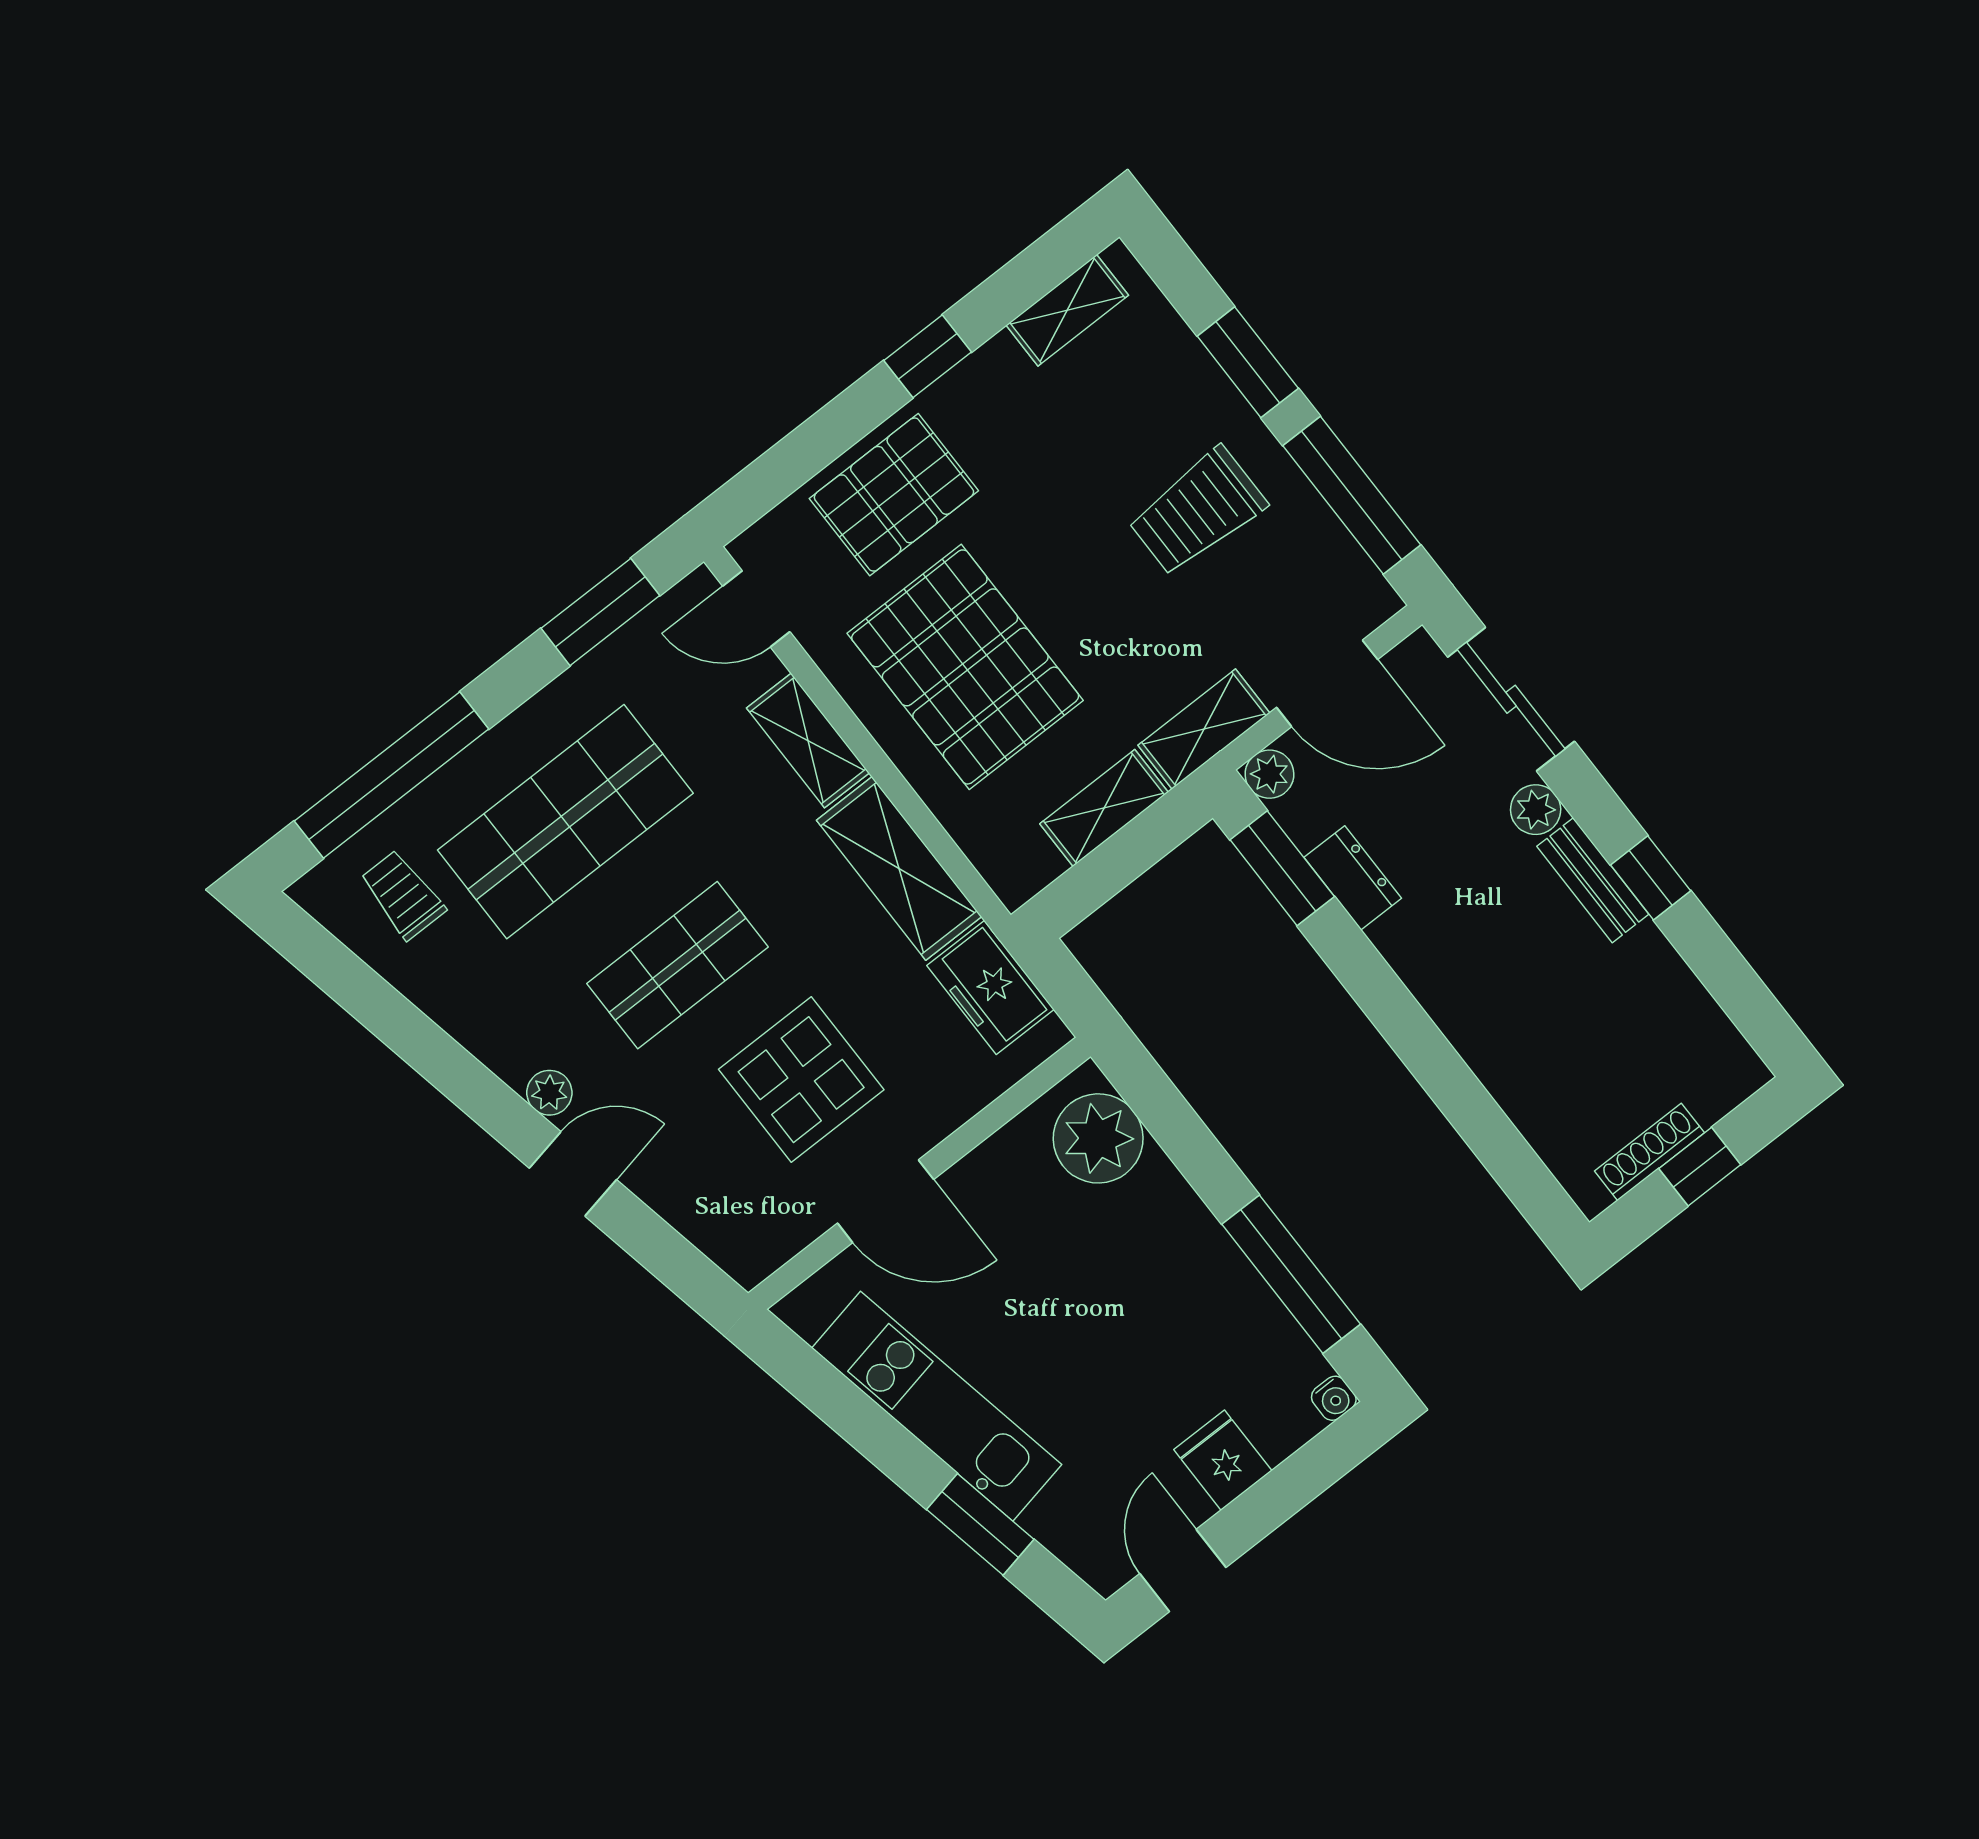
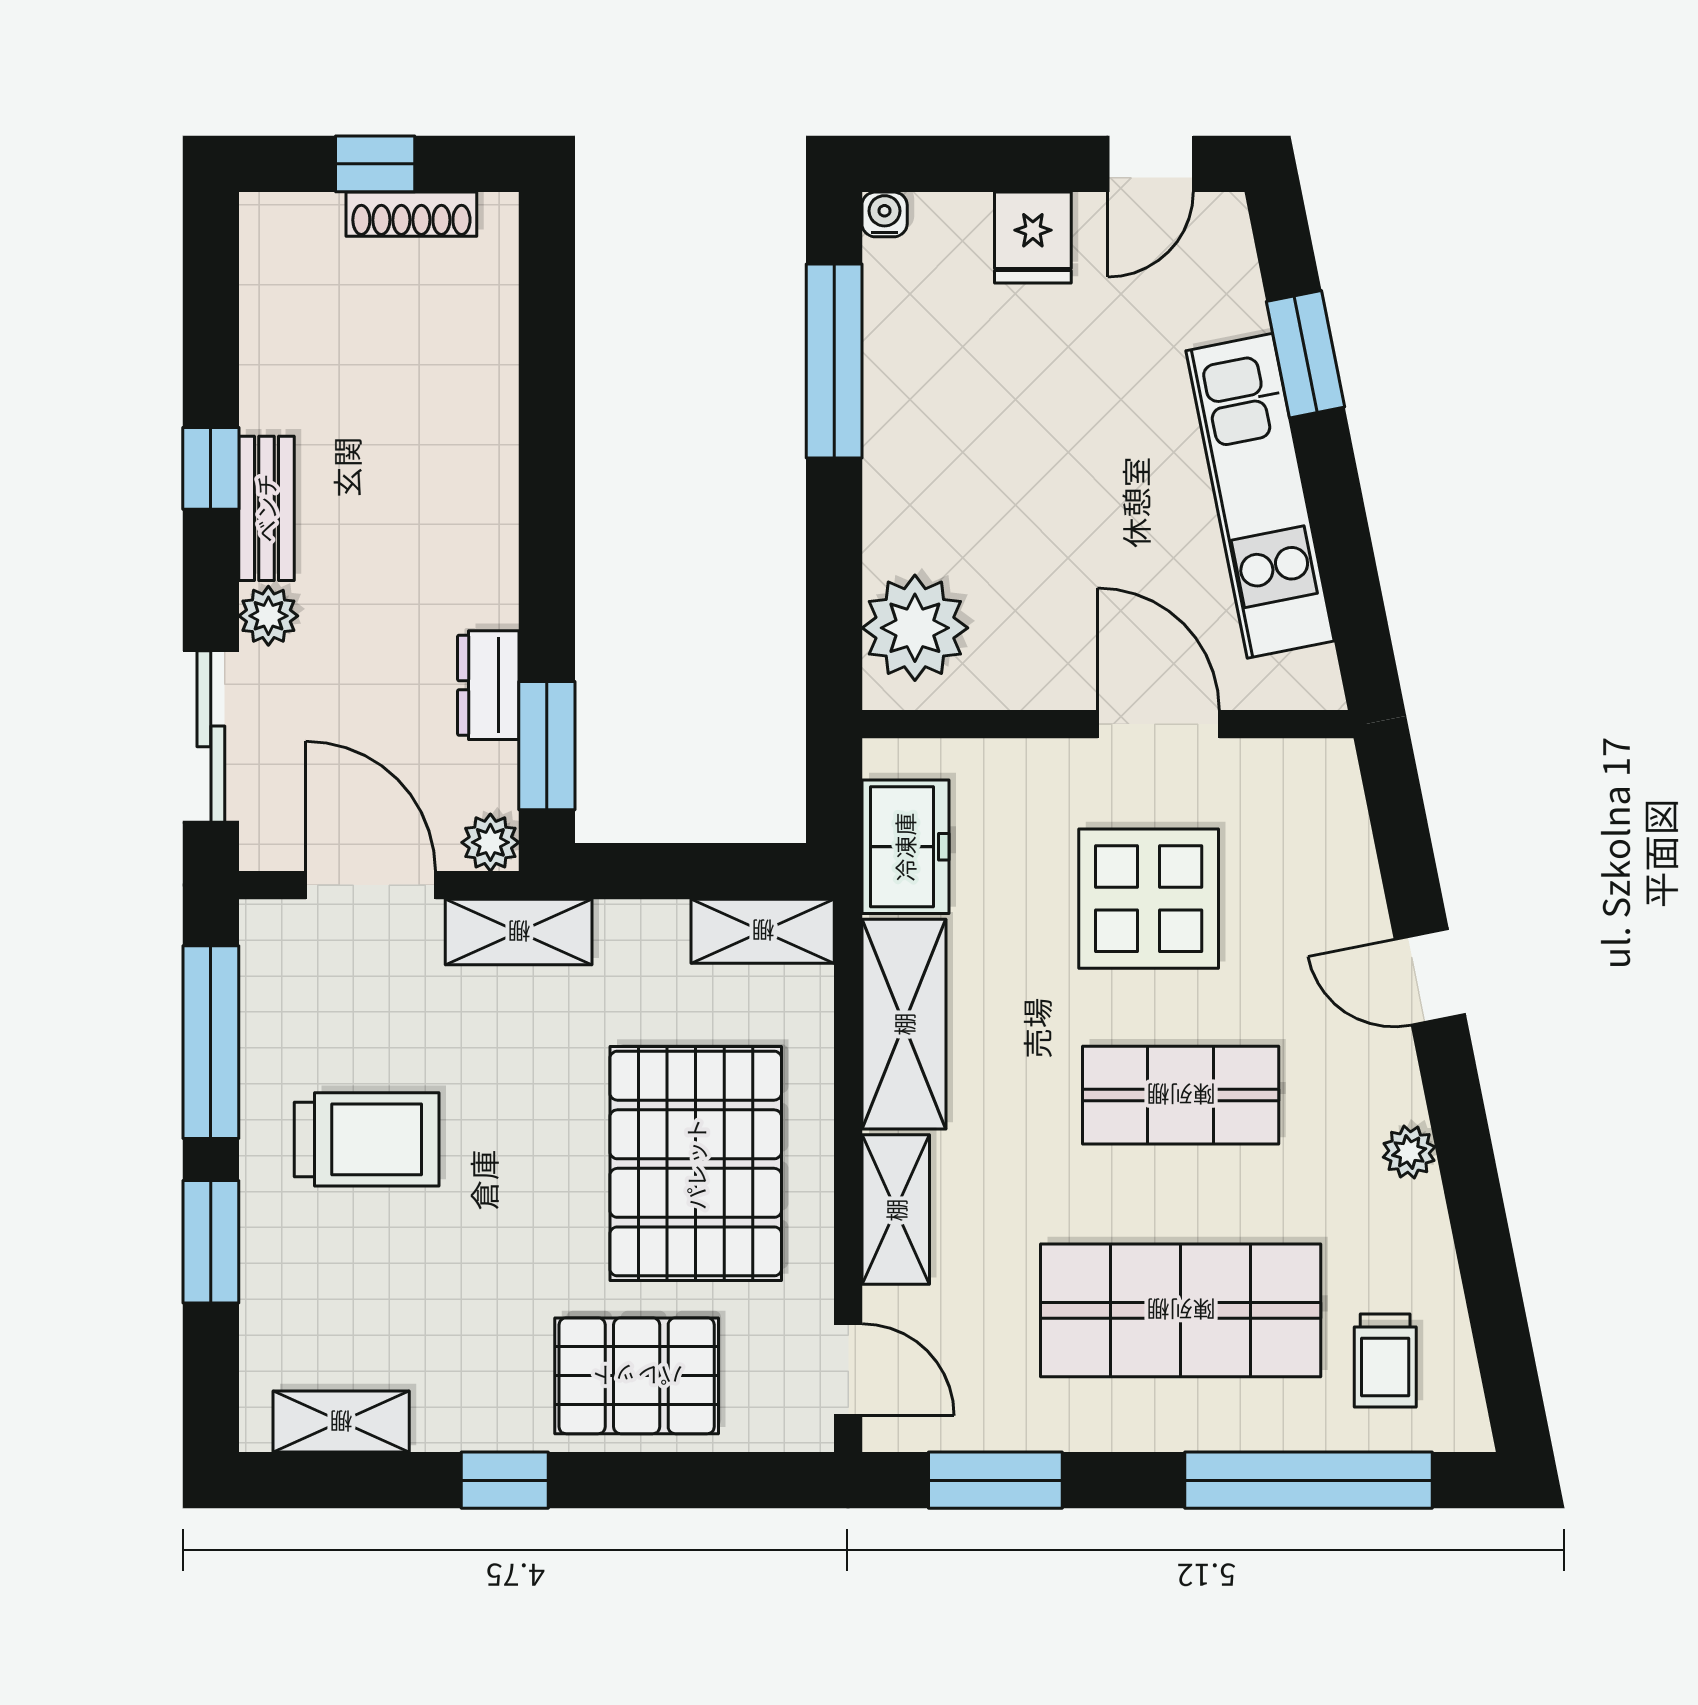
shelving: (1104, 808) -> (763, 931), moved
plant: (549, 1093) -> (1409, 1152), moved

